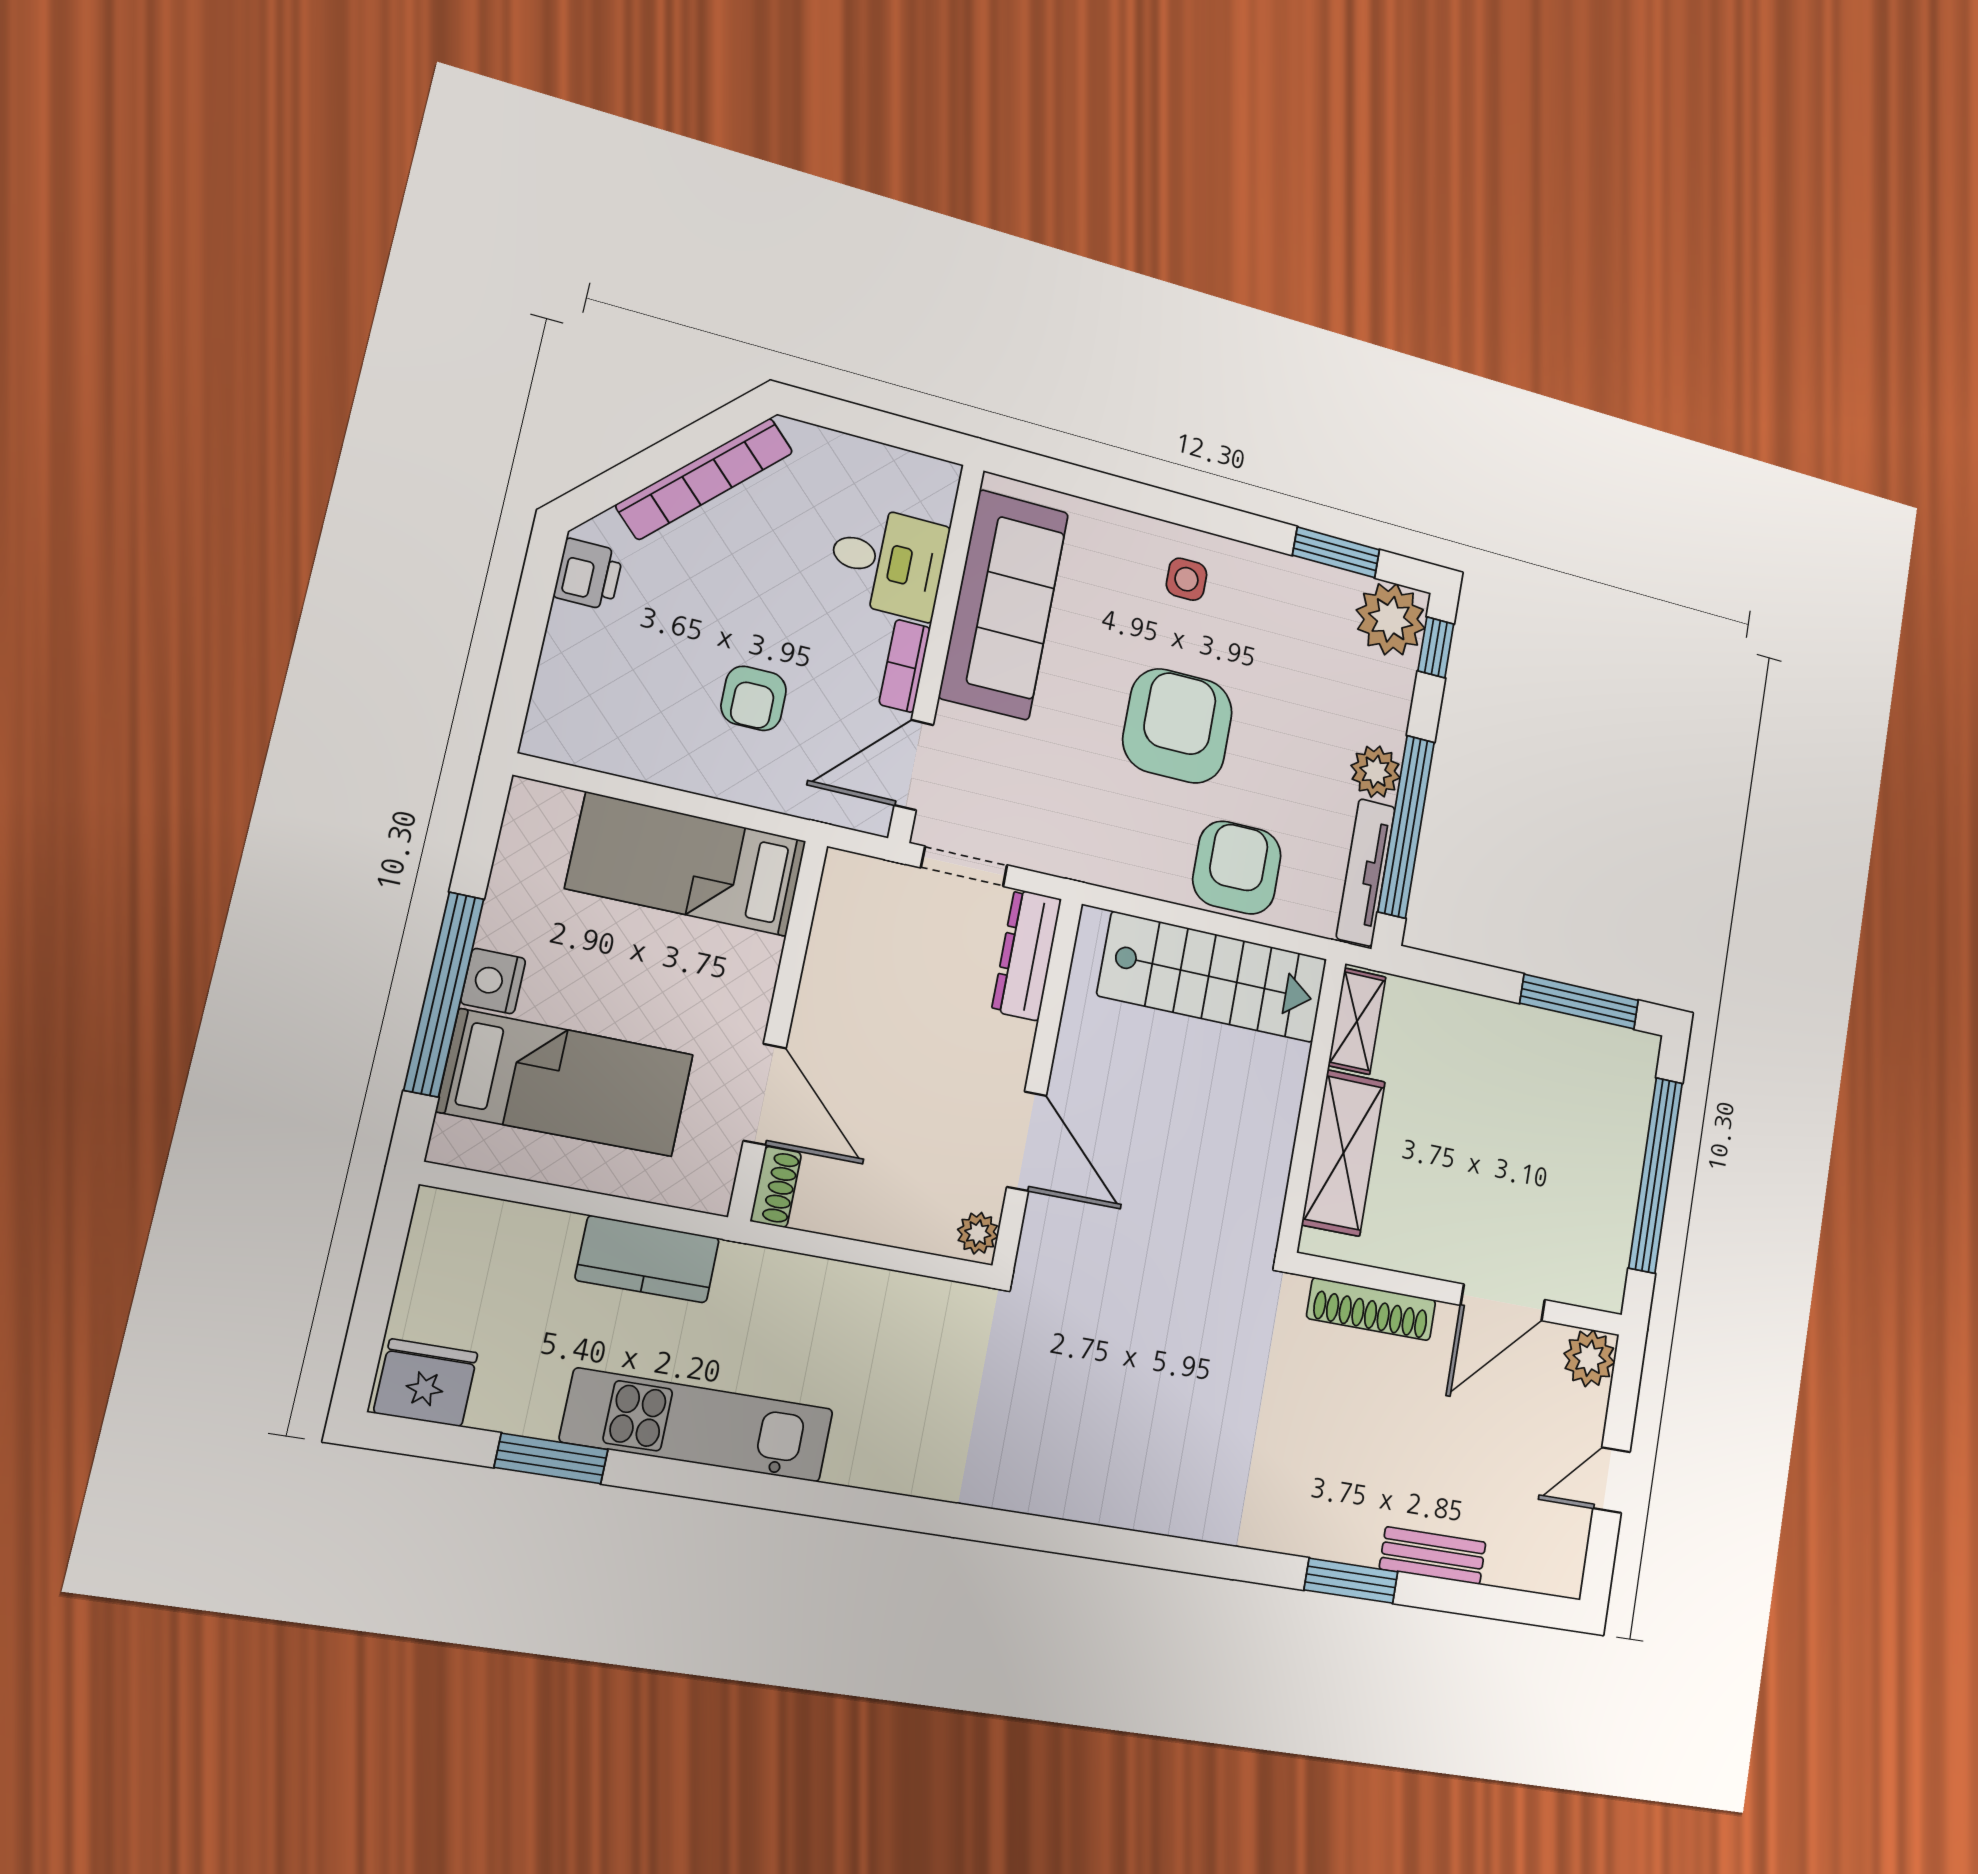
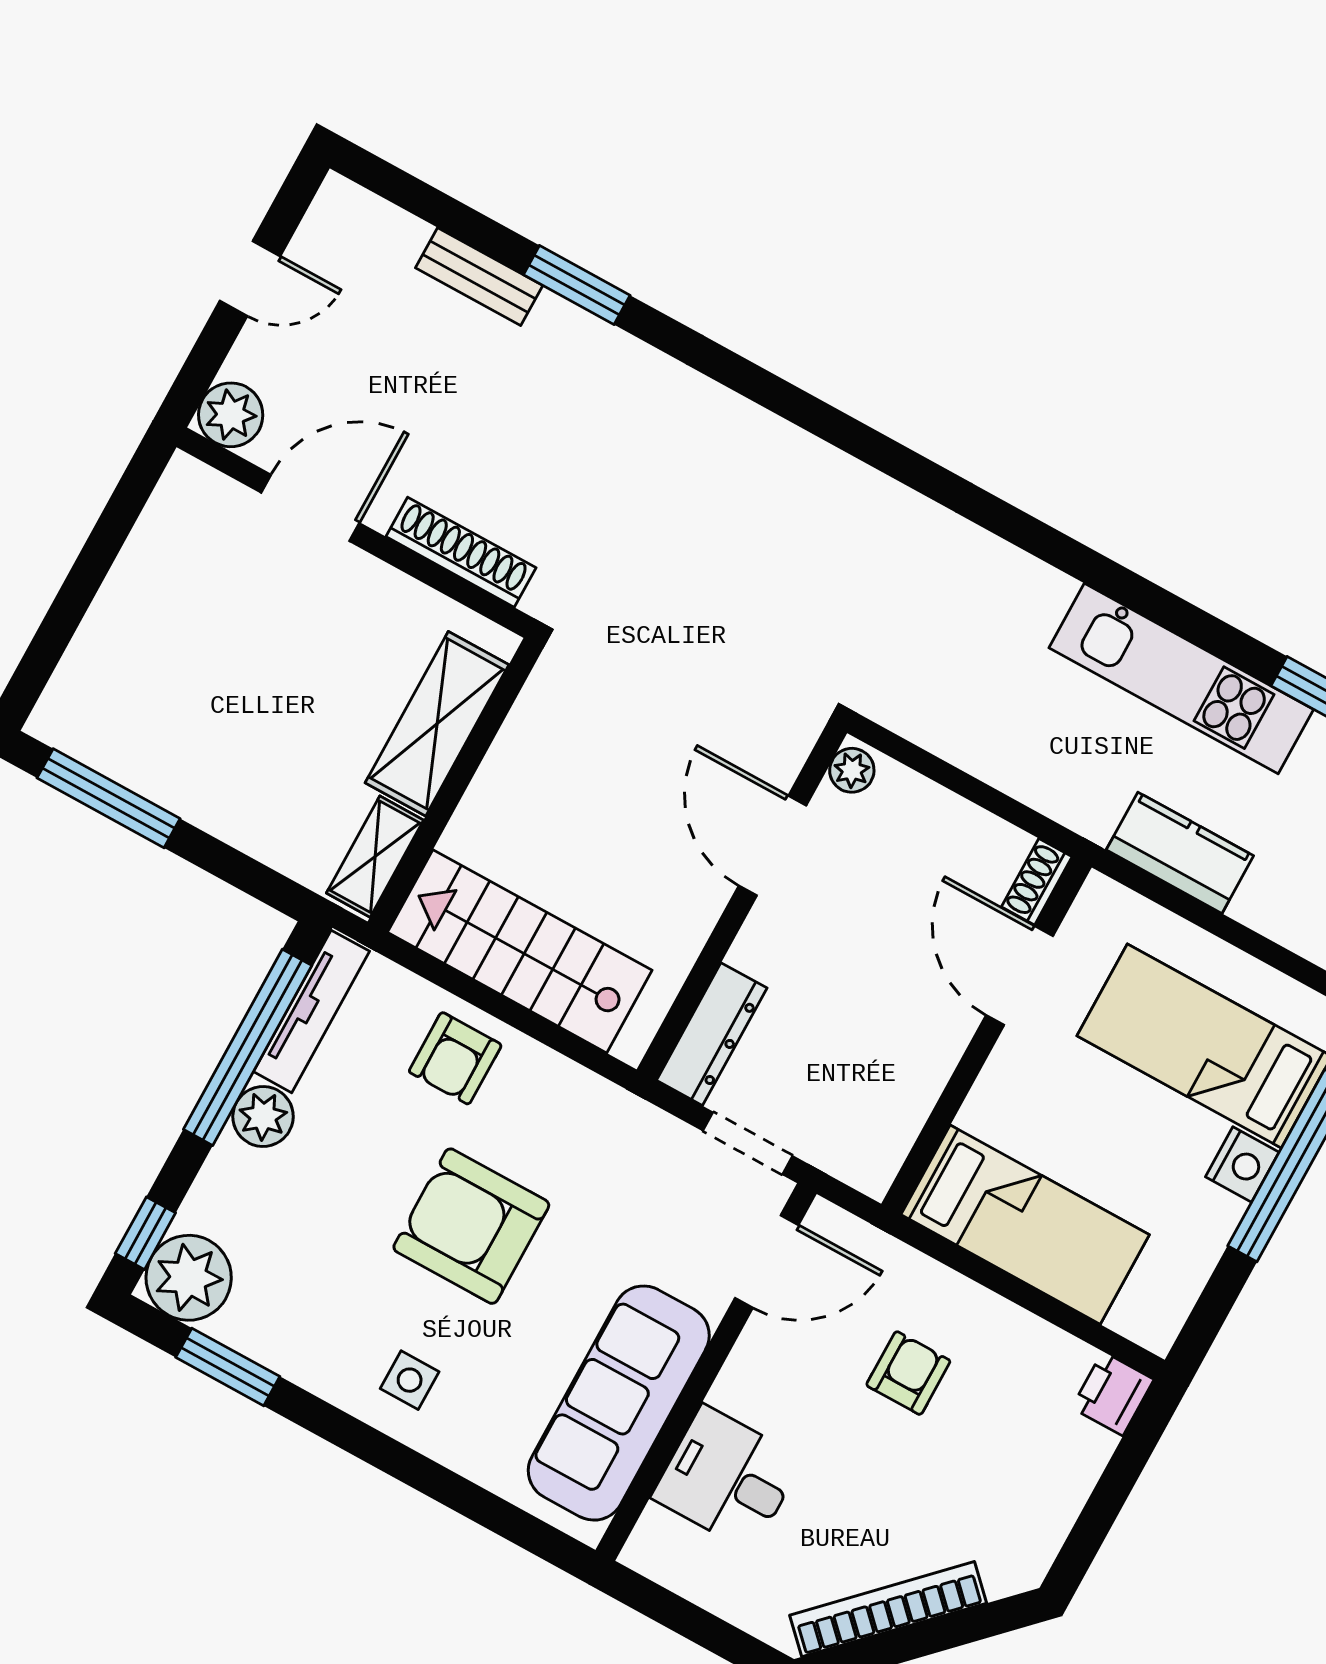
printer: (588, 574) -> (1113, 1394), moved
bookcase: (905, 666) -> (744, 1366), removed
armchair: (1178, 726) -> (471, 1226), turned 90
armchair: (1237, 868) -> (455, 1058), width x0.72, depth x0.72
window: (1656, 1175) -> (83, 582), removed

